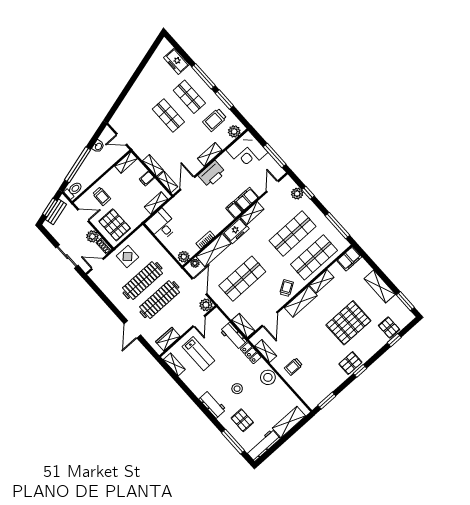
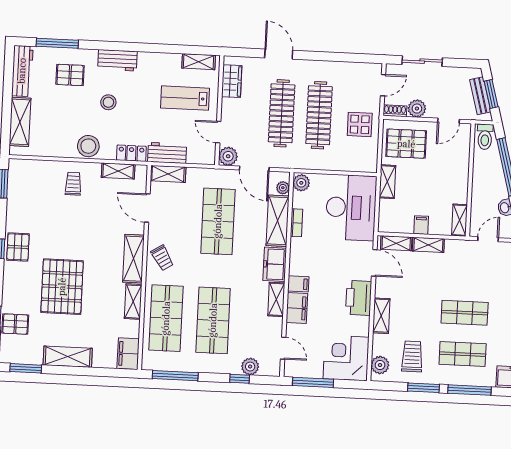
trolley: (102, 196) -> (449, 160), removed
shelving: (156, 203) -> (387, 182), moved
desk: (162, 225) -> (351, 208), width x1.87, depth x1.30

